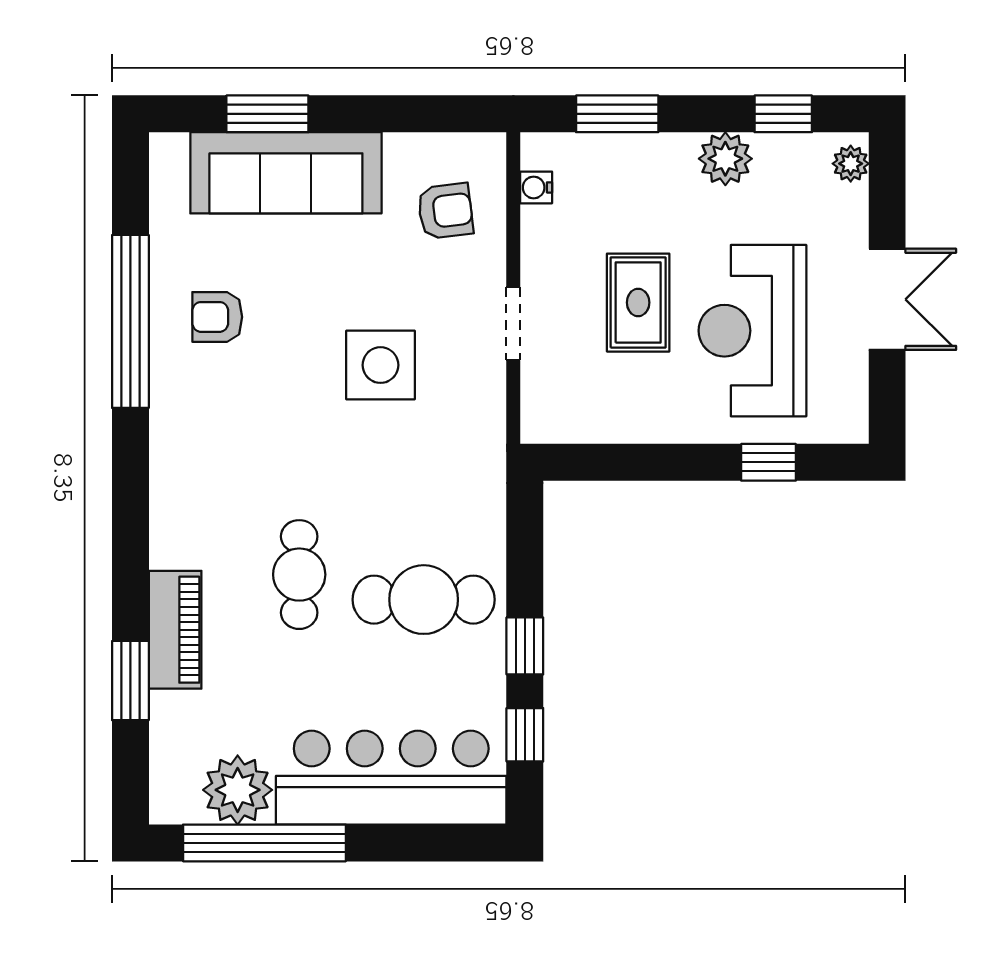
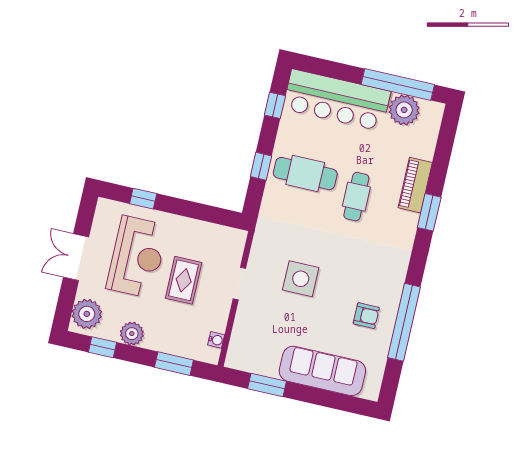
window: (267, 114) -> (267, 385), moved
plant: (851, 164) -> (87, 314), width x1.87, depth x1.87
armchair: (445, 211) -> (258, 339), removed
window: (525, 646) -> (261, 166), moved
window: (130, 681) -> (429, 212), moved

